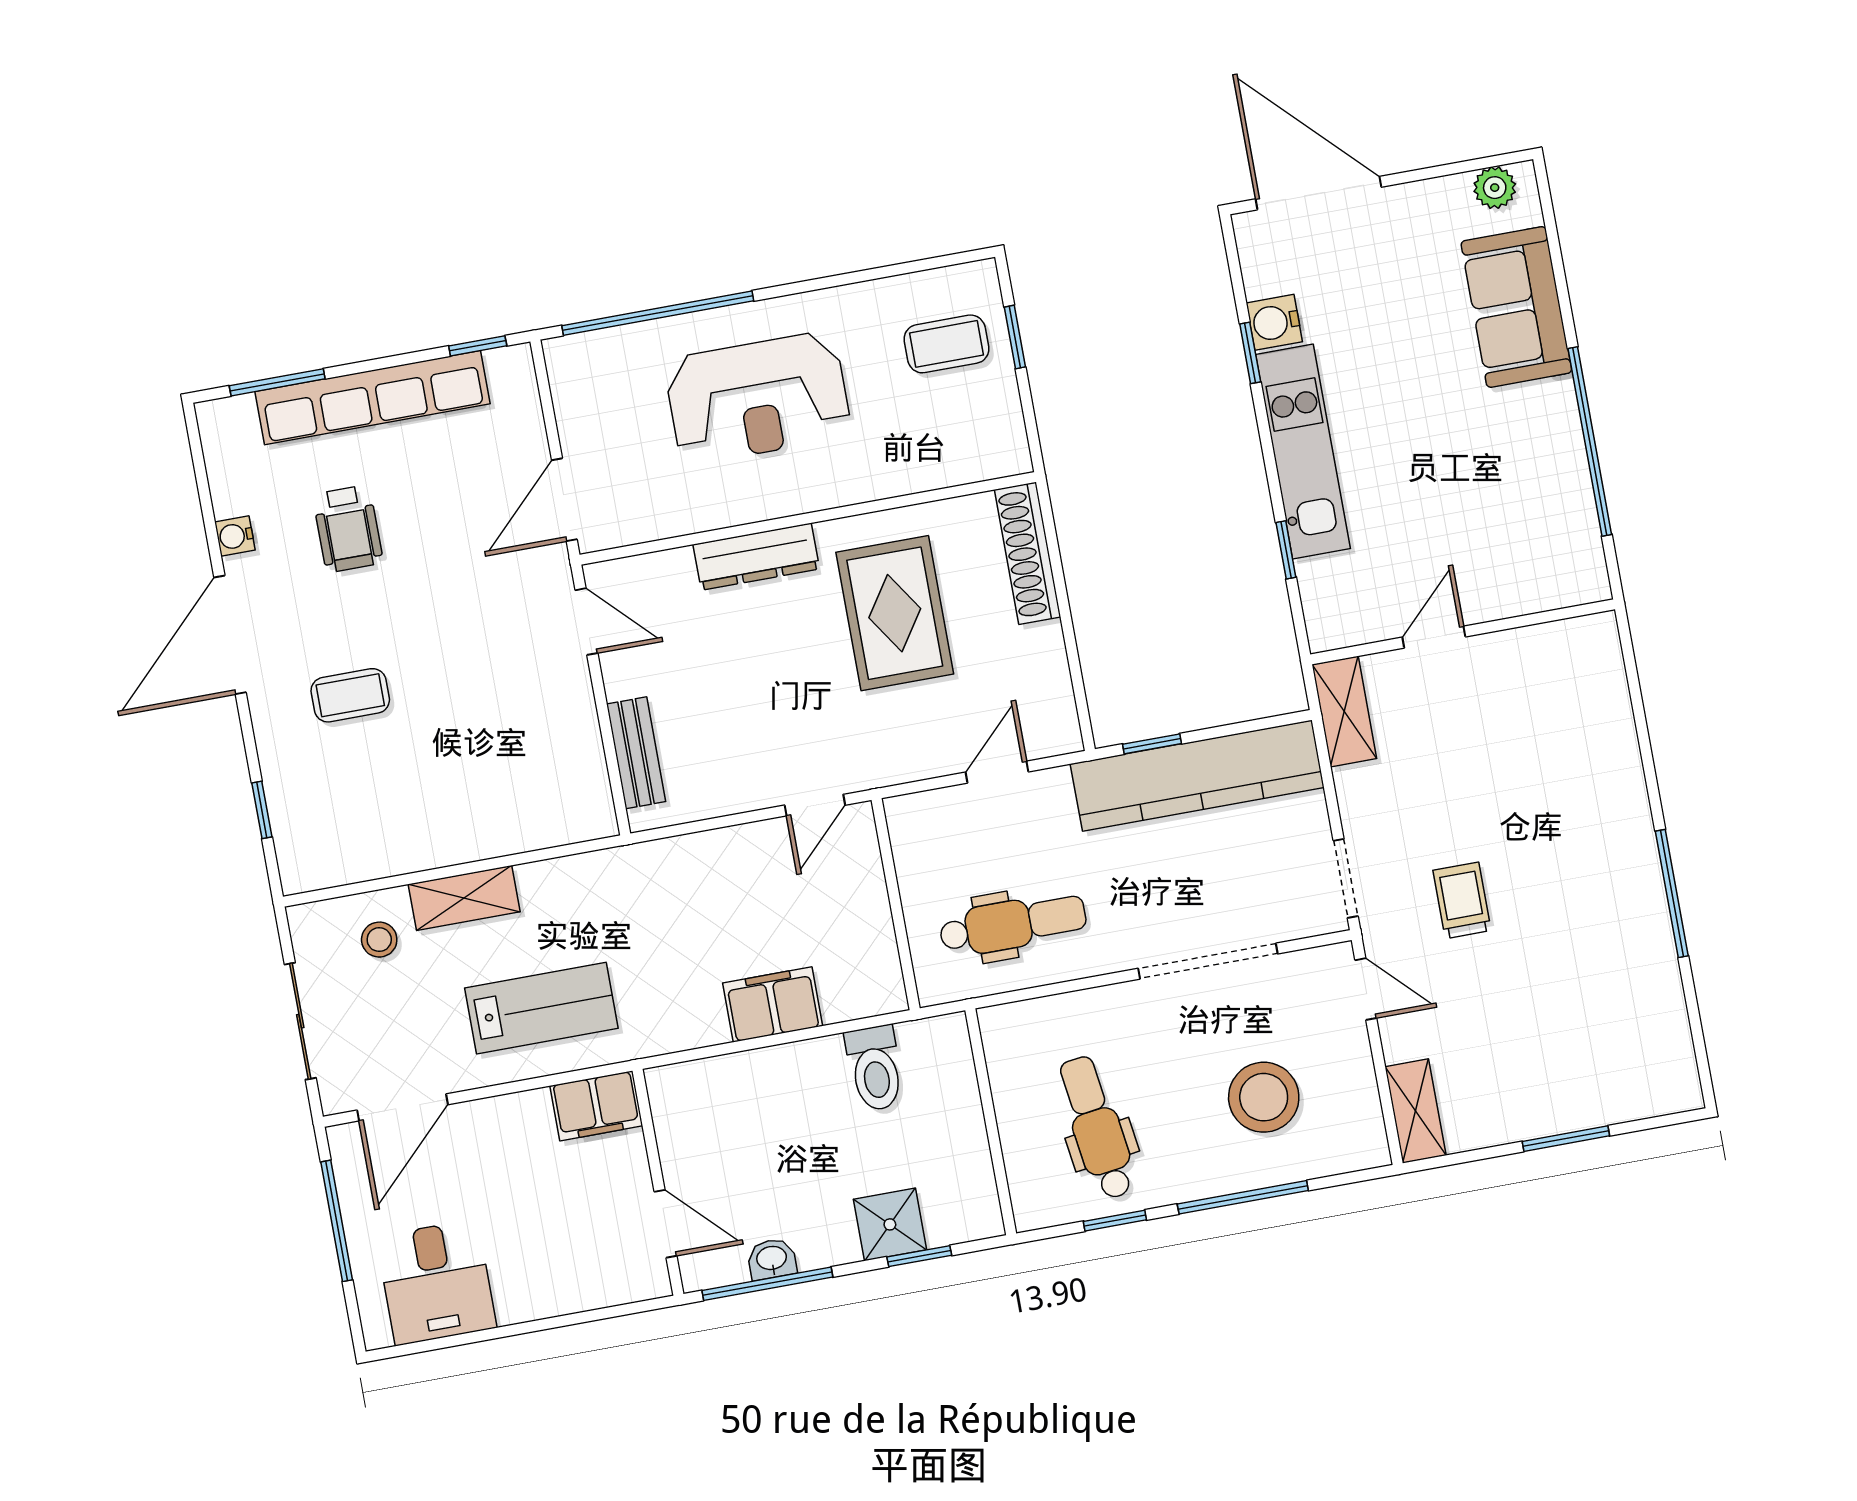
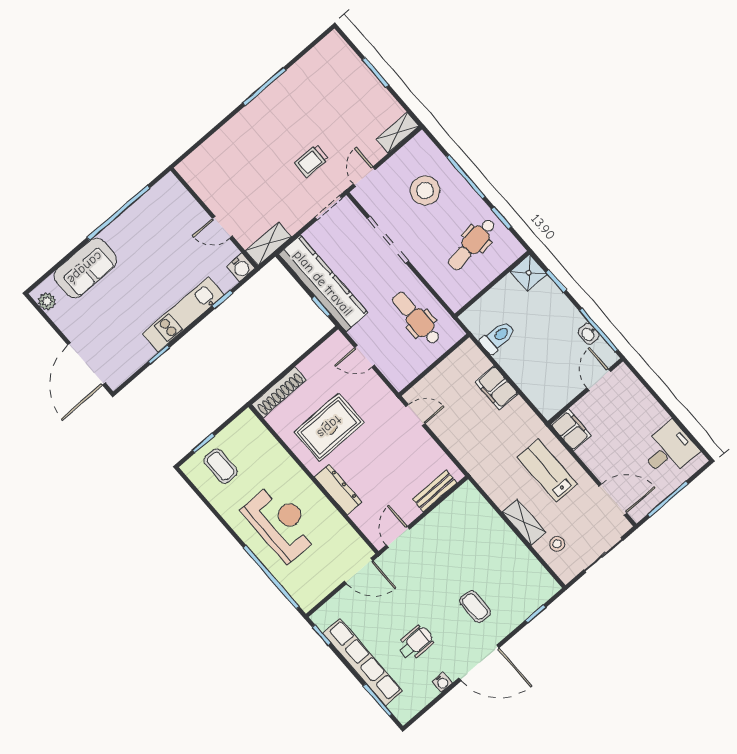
water cooler: (1274, 322) -> (241, 267), moved
shower: (890, 1224) -> (529, 273), moved

